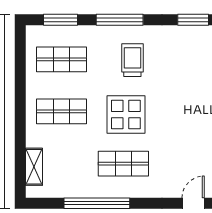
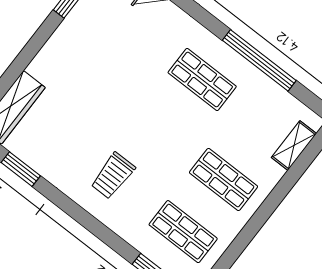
window: (120, 20) -> (94, 226), removed
display table: (126, 115) -> (162, 127), removed

